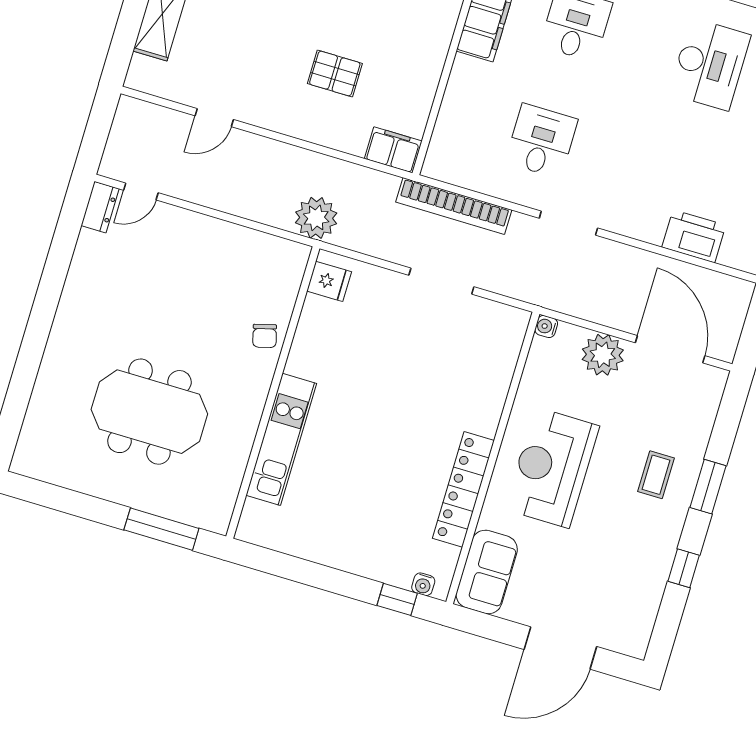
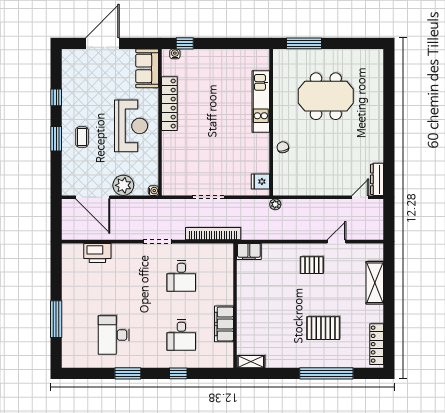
pallet: (335, 73) -> (312, 265), moved
dresser: (100, 207) -> (377, 179), width x1.44
plant: (316, 218) -> (275, 204), width x0.53, depth x0.53

